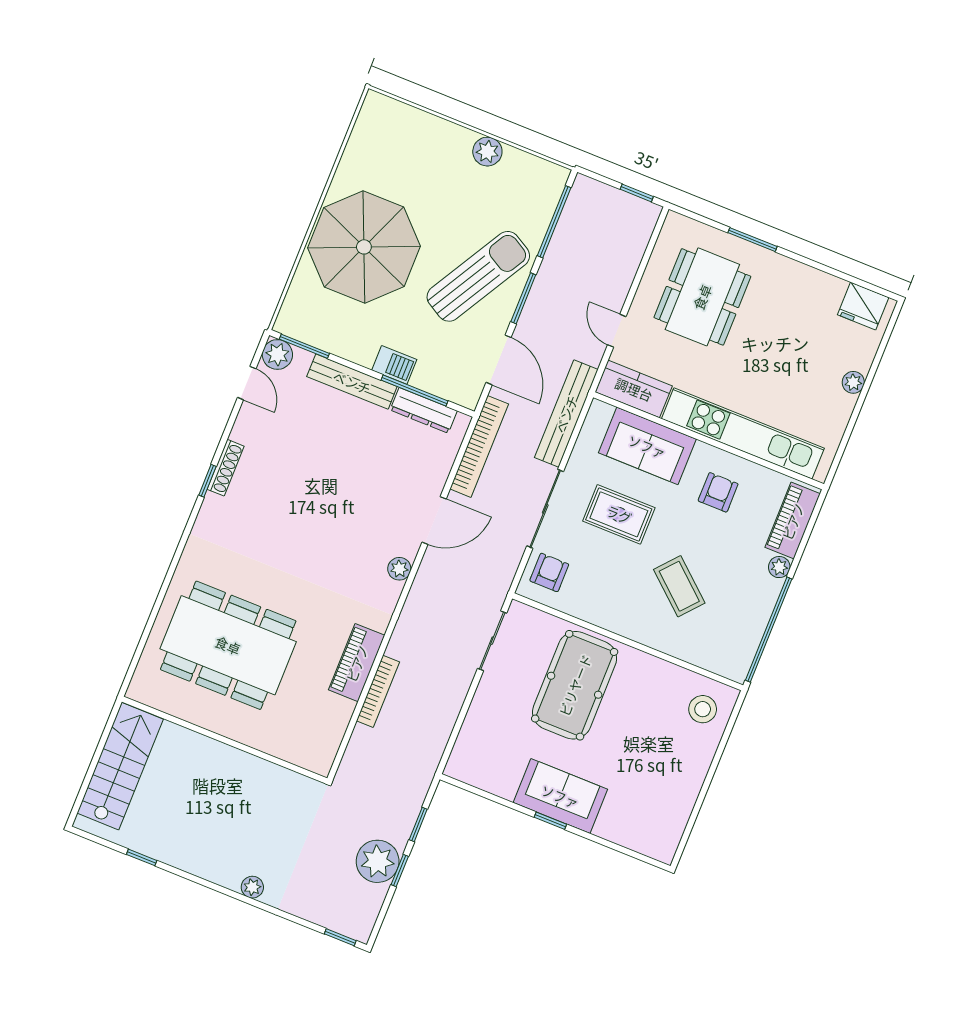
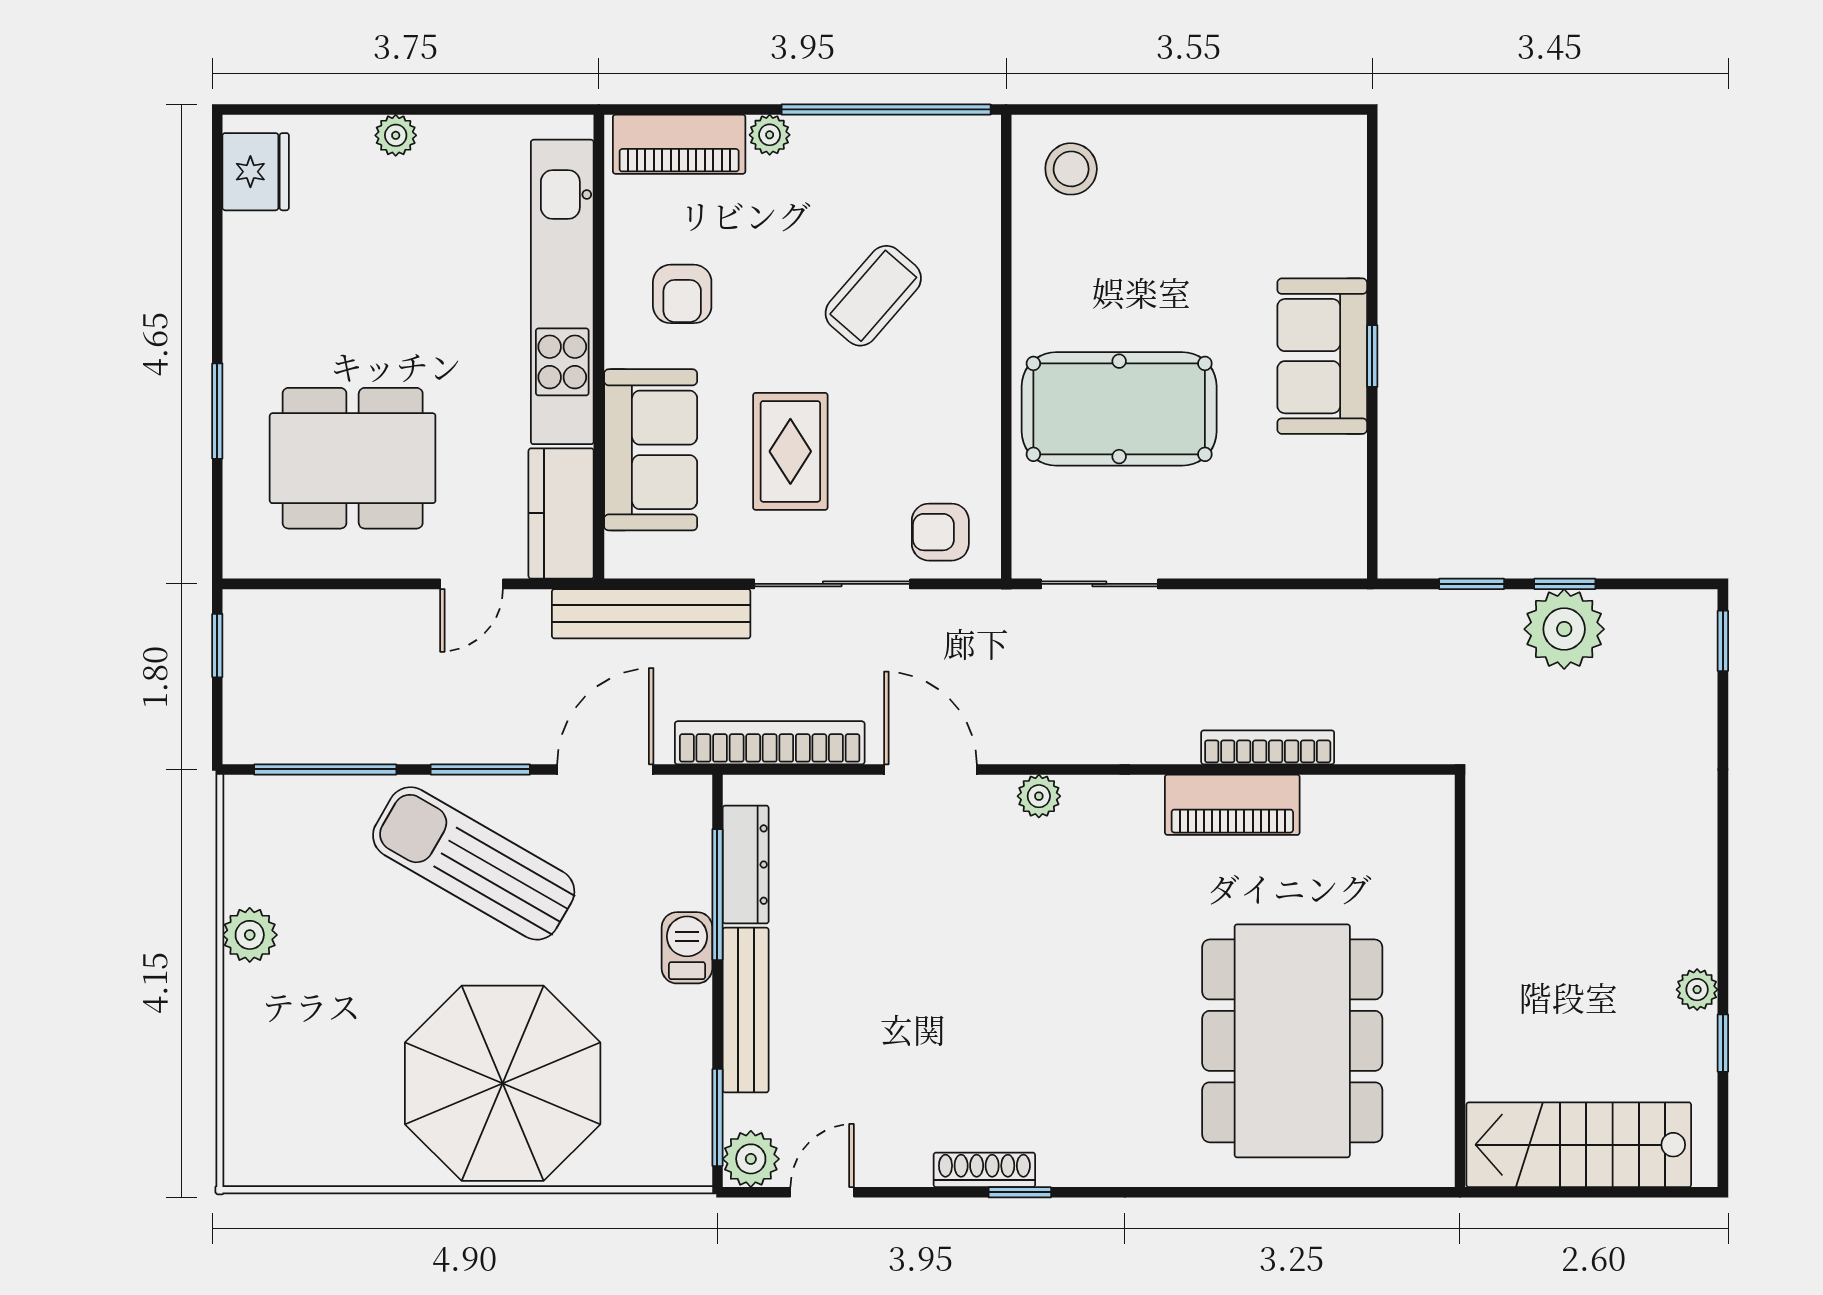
armchair: (718, 492) -> (682, 294), turned -90
plant: (252, 887) -> (1697, 990), moved

